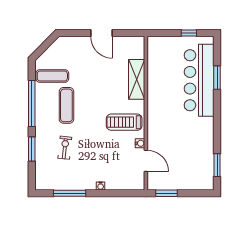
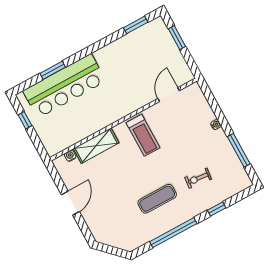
exercise mat: (52, 76) -> (137, 227), removed
water cooler: (140, 143) -> (70, 156), moved
window: (32, 149) -> (217, 209), width x0.67
window: (167, 193) -> (177, 38), moved

